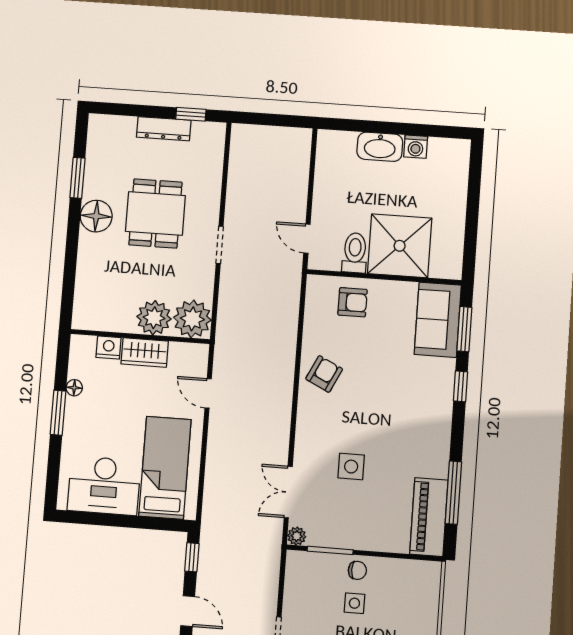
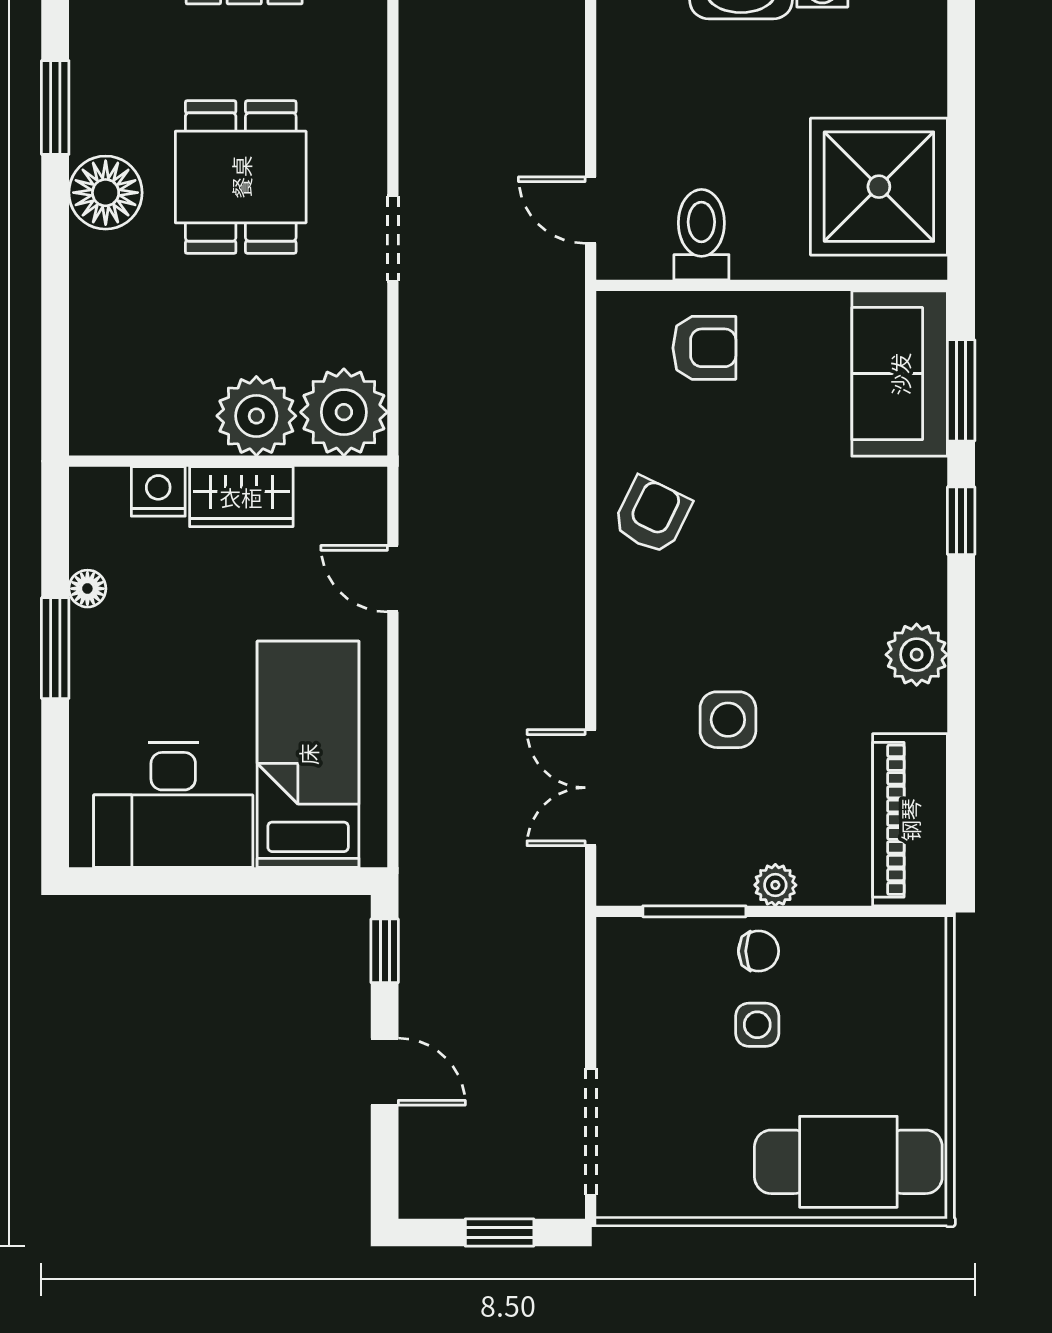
shower: (400, 246) -> (879, 187), moved
plant: (437, 444) -> (917, 655), added
window: (453, 493) -> (961, 761), removed
plant: (297, 536) -> (775, 885), moved

